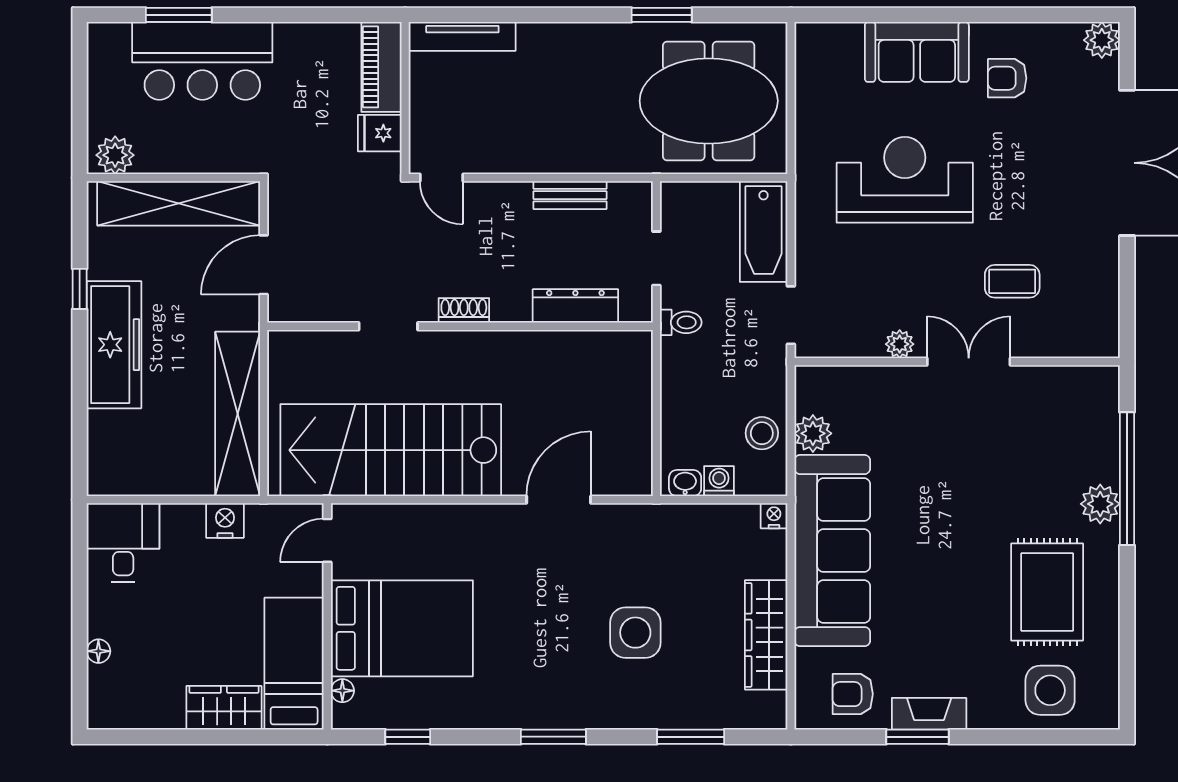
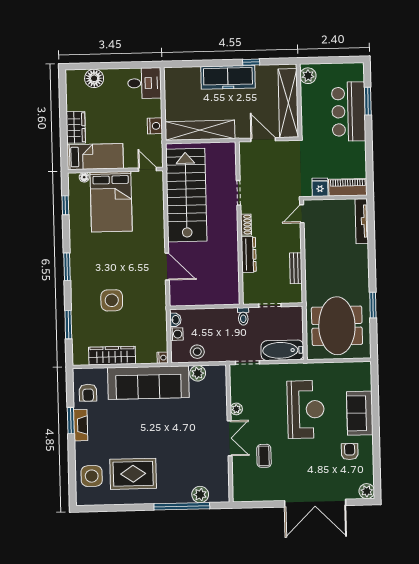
dresser: (575, 306) -> (249, 254), moved
plant: (1100, 504) -> (200, 495), moved
floor lamp: (98, 651) -> (94, 78), width x1.89, depth x1.89
armchair: (853, 694) -> (88, 393), turned 180

